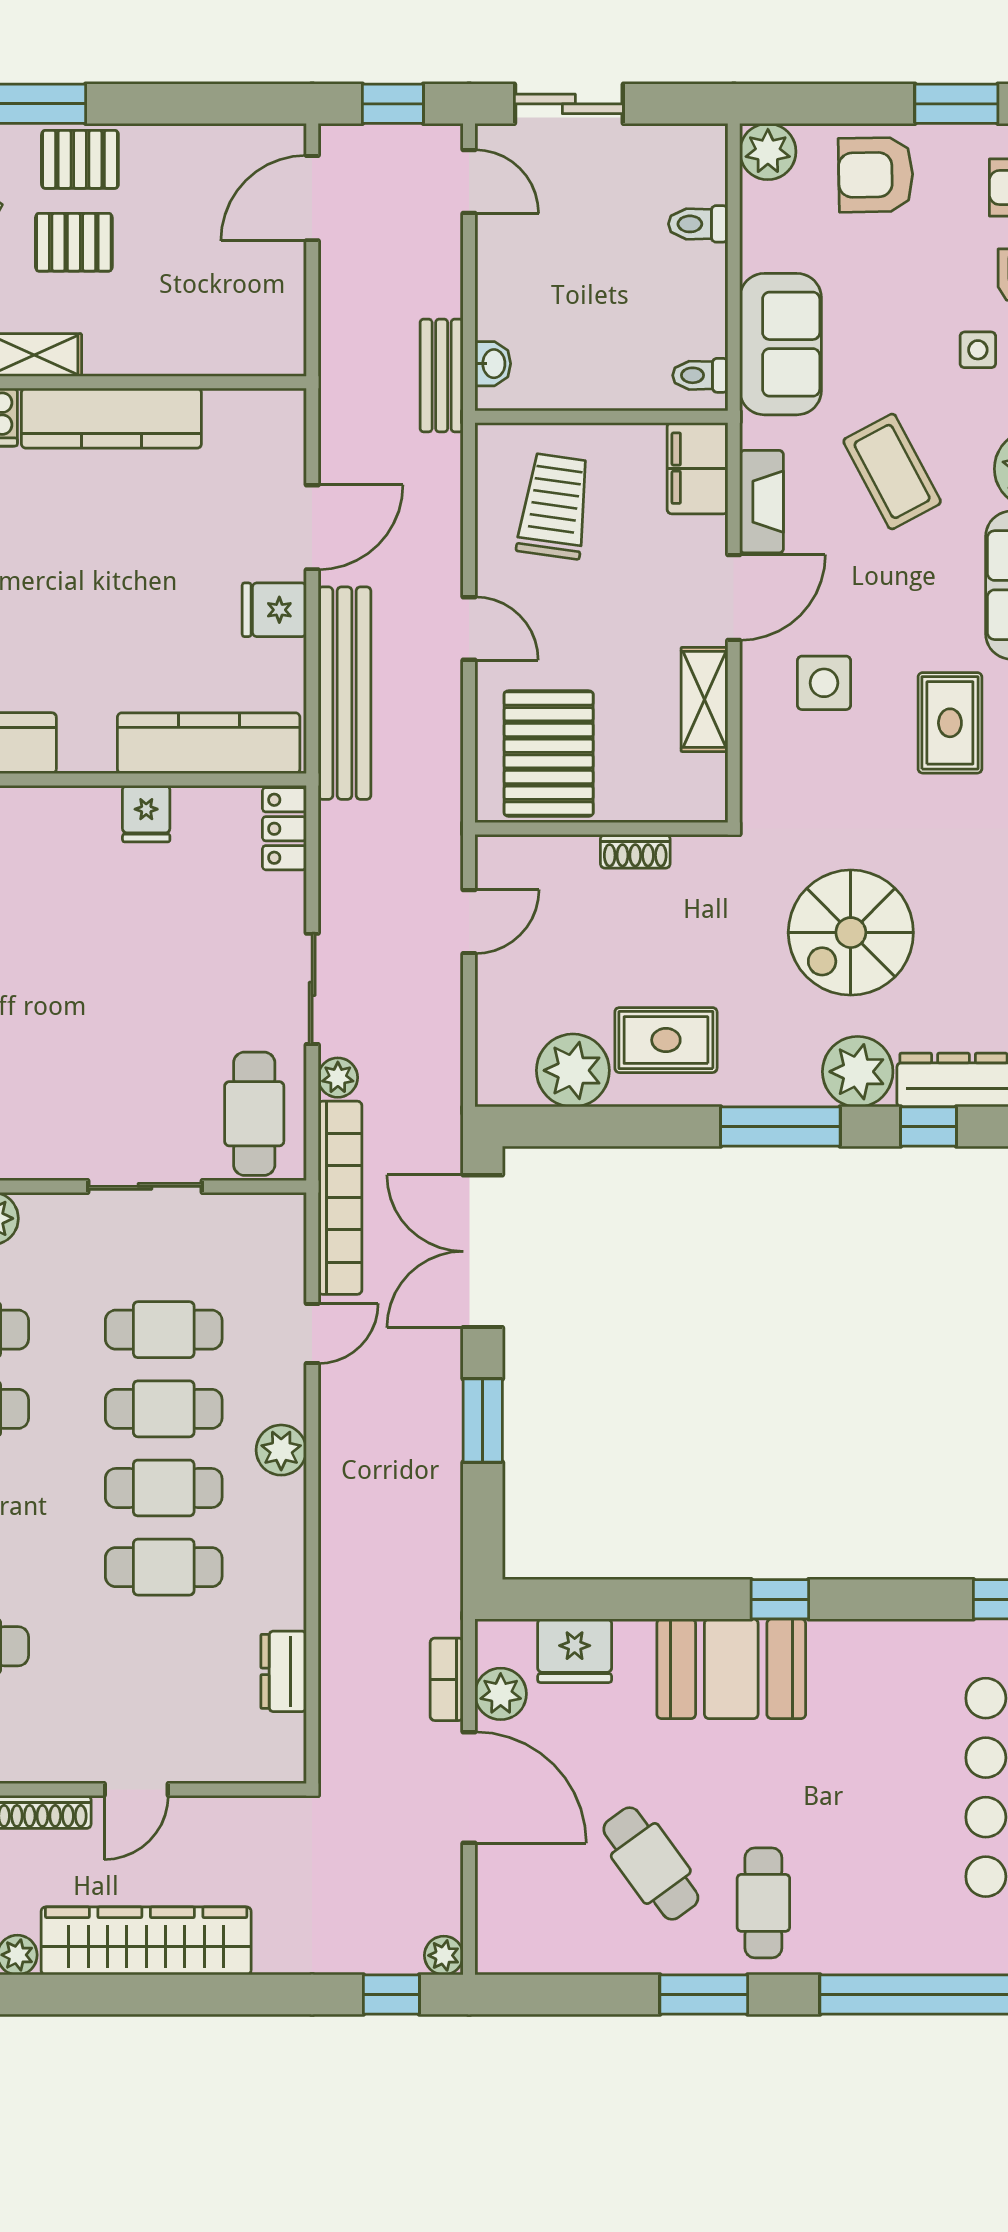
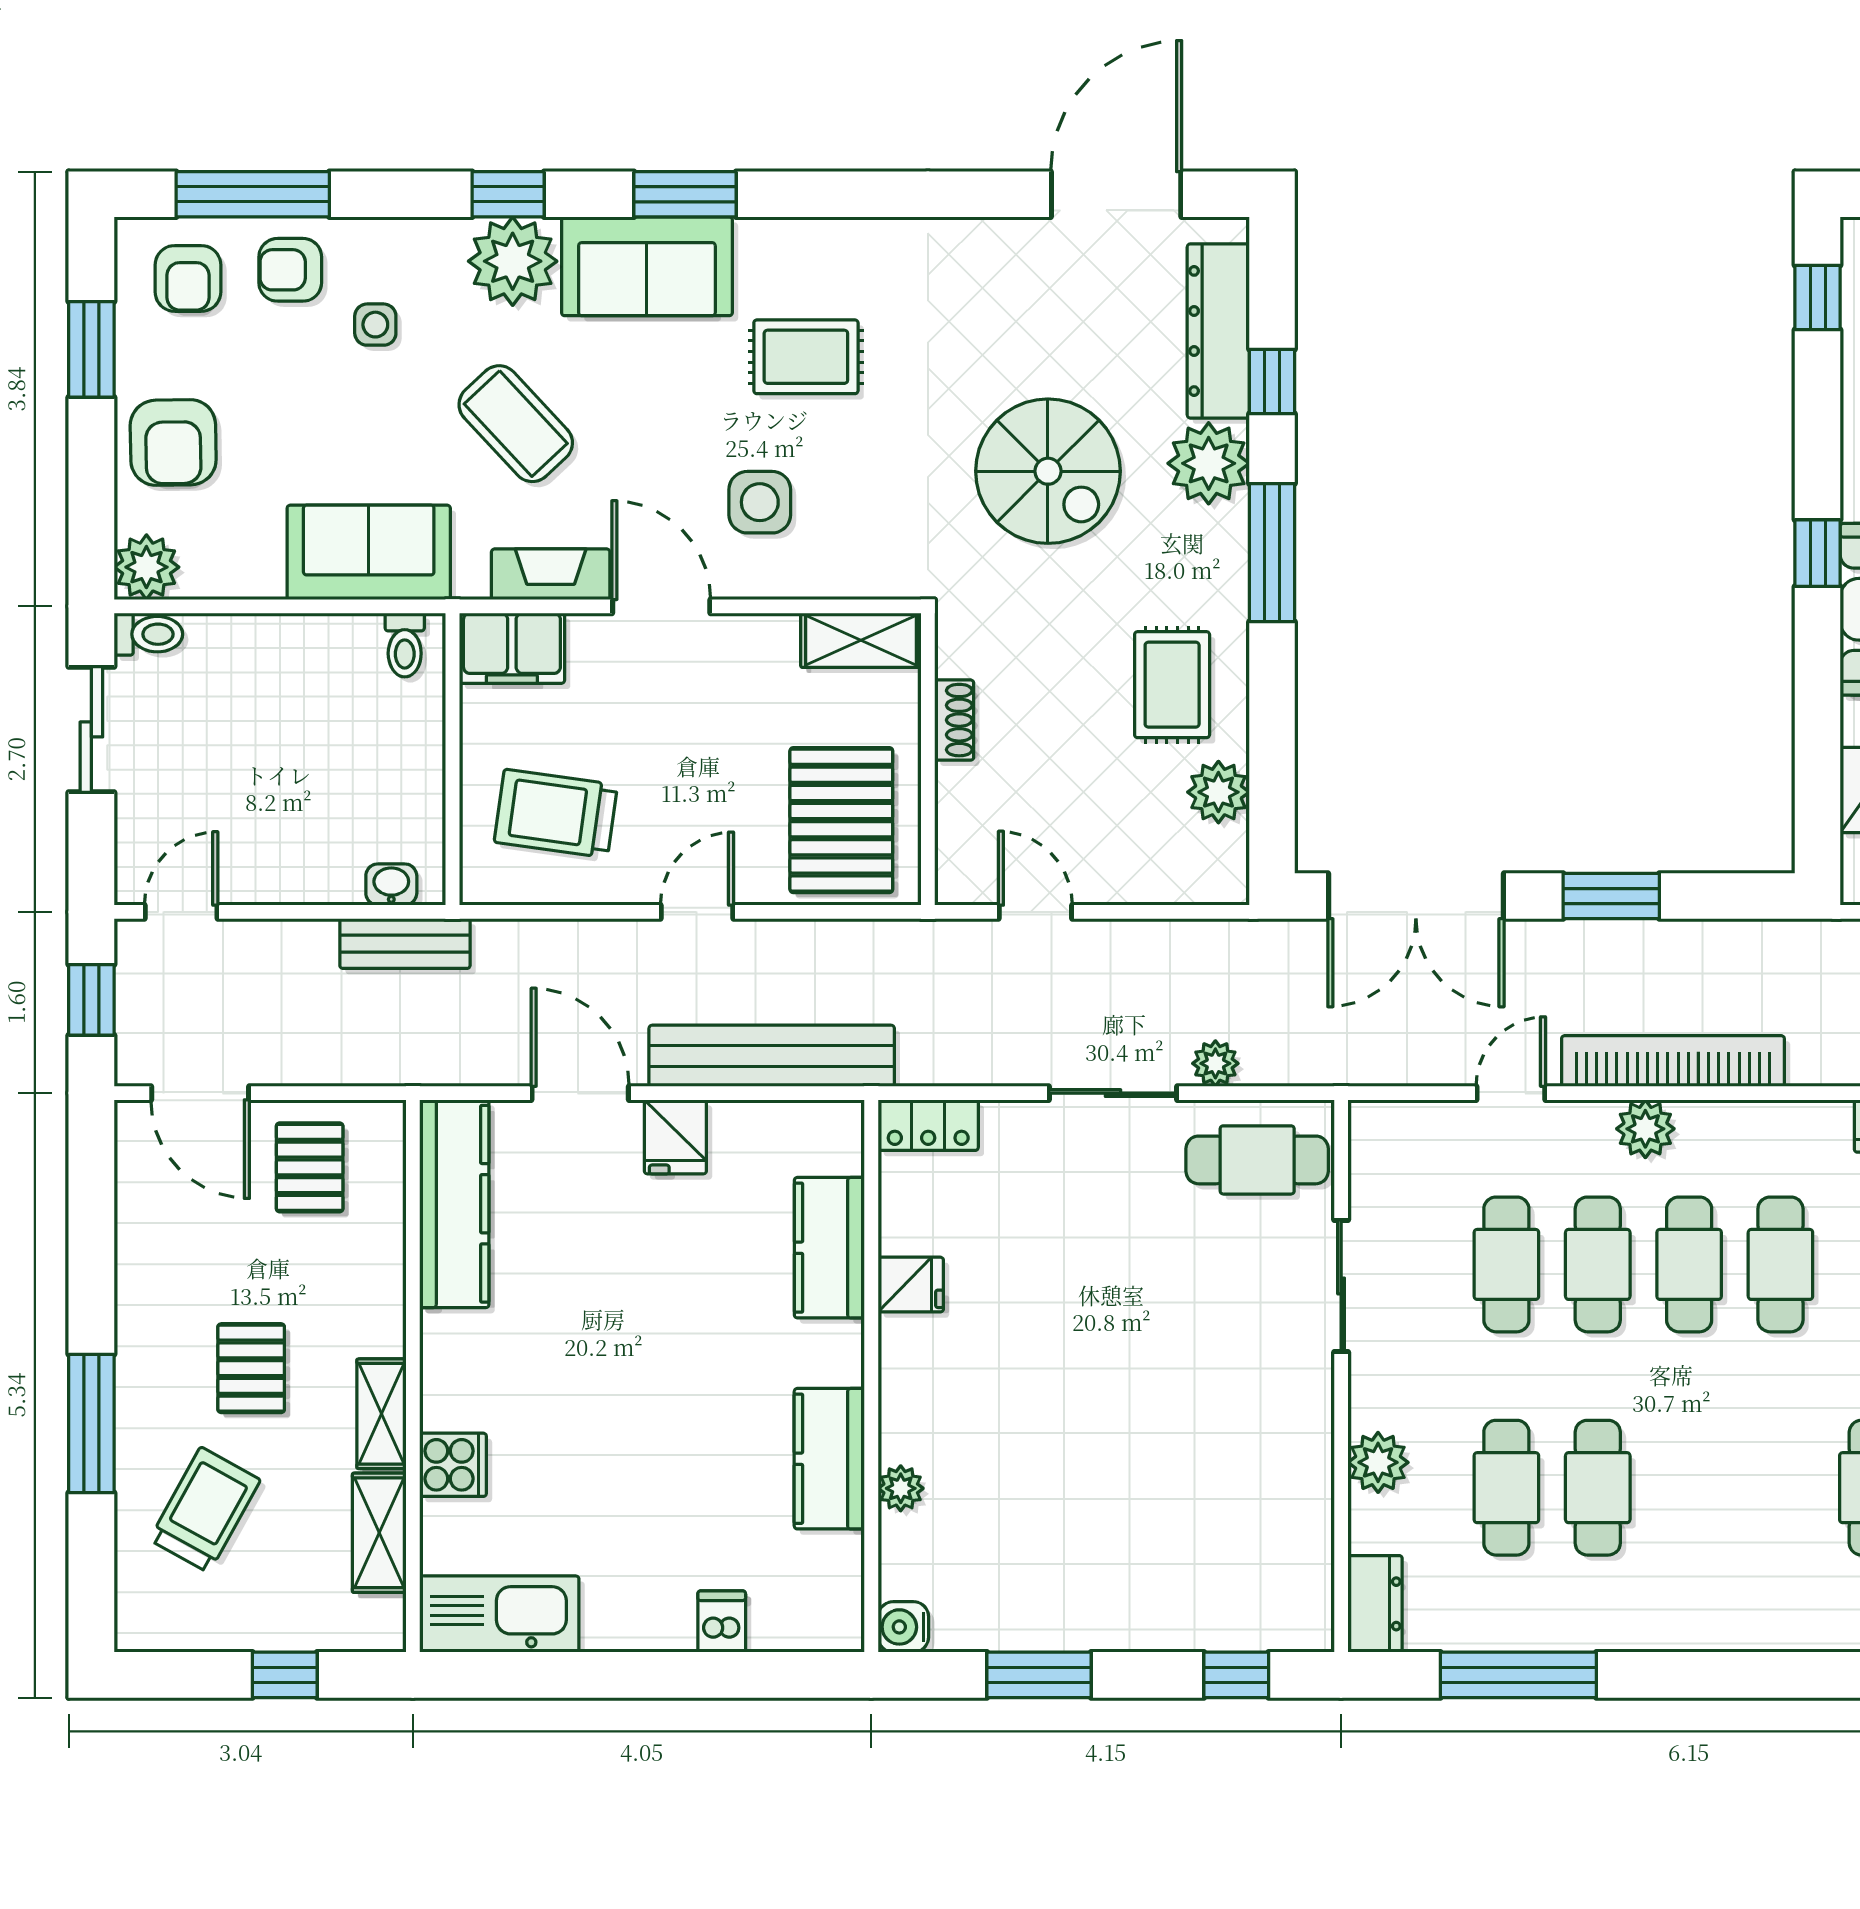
sliding door: (569, 104) -> (91, 729), moved
pallet: (80, 159) -> (310, 1167), moved
toilet: (698, 224) -> (148, 634), moved, turned -90
kitchen counter: (111, 418) -> (454, 1204), moved
coffee table: (892, 471) -> (516, 424), turned 75
shelving: (704, 699) -> (861, 640), moved
kitchen counter: (209, 743) -> (829, 1248), width x0.67
pallet: (549, 754) -> (841, 820), turned 90
plant: (573, 1070) -> (1218, 792), width x0.73, depth x0.73
bookcase: (340, 1198) -> (1673, 1061), moved
door: (312, 1333) -> (1511, 1093), hinge flipped

